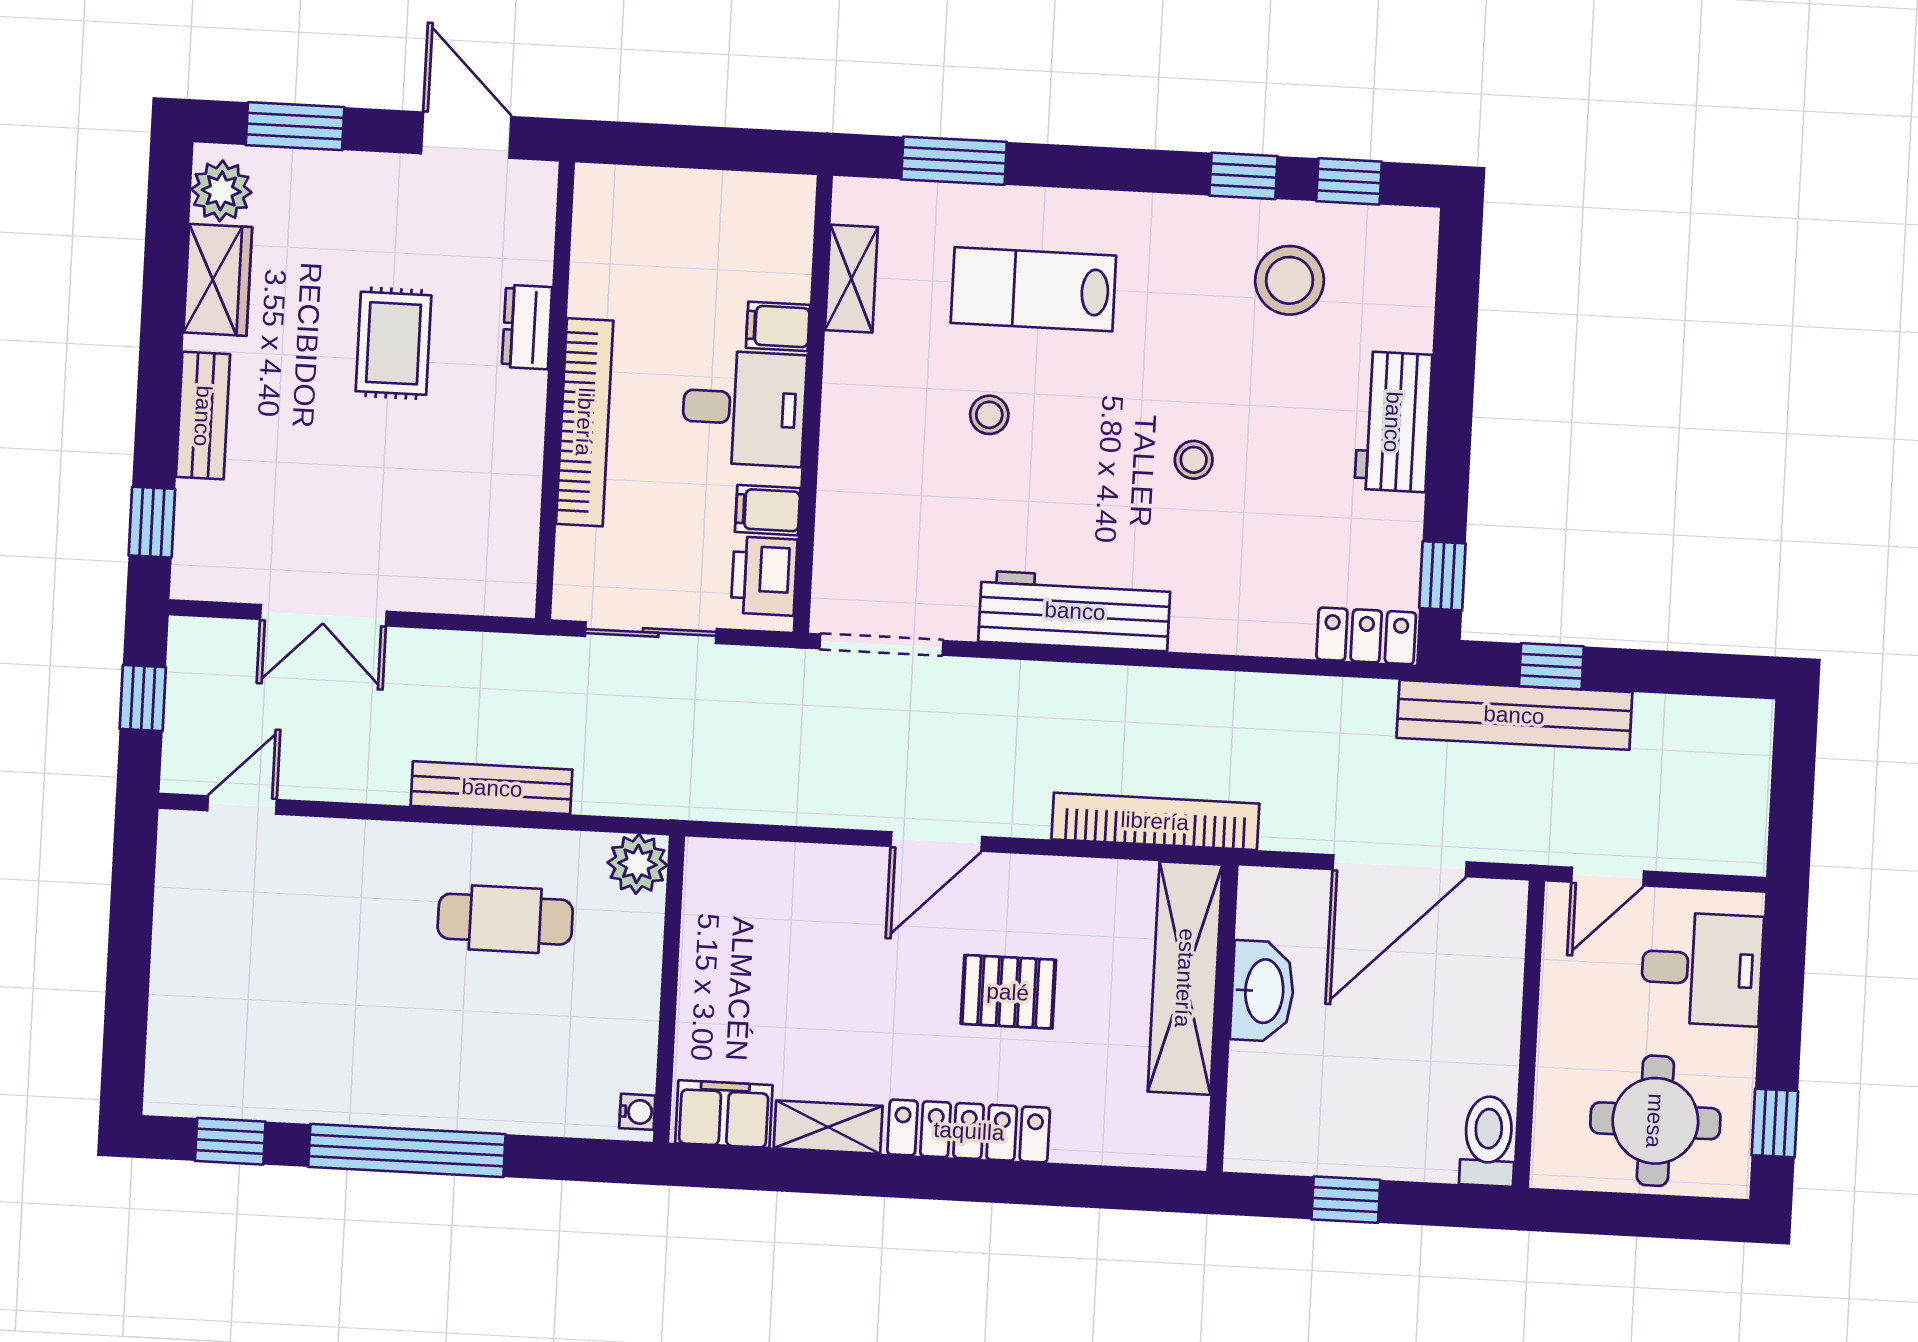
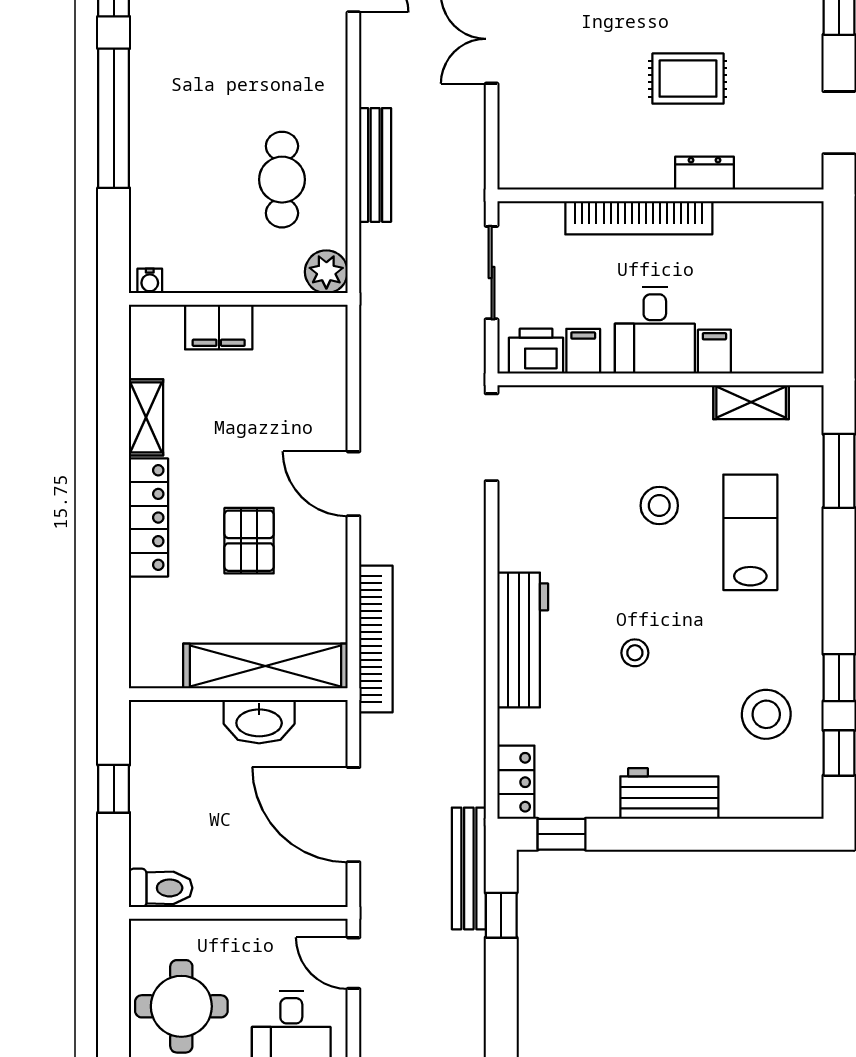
stool: (989, 415) -> (659, 506), width x1.37, depth x1.37
workbench: (1075, 611) -> (523, 640), moved
bench: (1514, 715) -> (469, 868), width x0.73, depth x0.82
filing cabinet: (724, 1114) -> (219, 327), moved, turned 90

